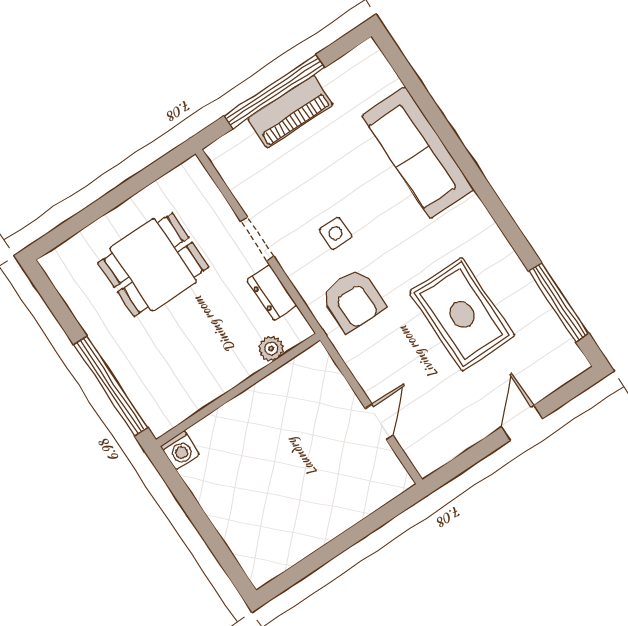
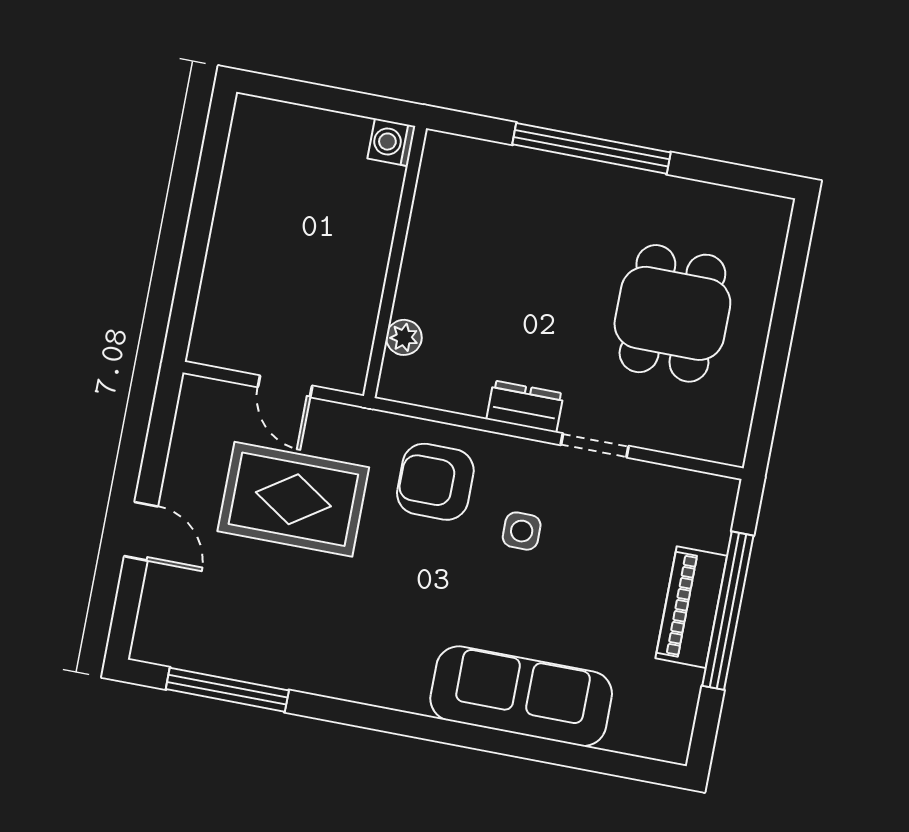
rug: (462, 314) -> (293, 499), moved
plant: (271, 348) -> (404, 337), moved
wall: (238, 390) -> (395, 262), moved
washing machine: (180, 450) -> (392, 142), moved

